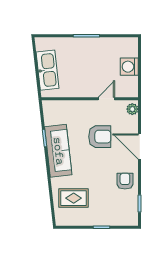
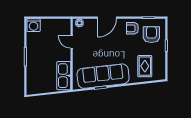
washing machine: (129, 67) -> (34, 25), moved
kitchen sink: (47, 70) -> (64, 76), moved, turned -84
armchair: (100, 137) -> (151, 35), moved
sofa: (58, 151) -> (103, 76), width x1.36, depth x1.27

